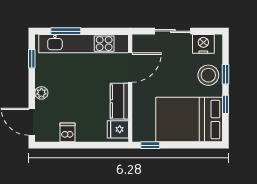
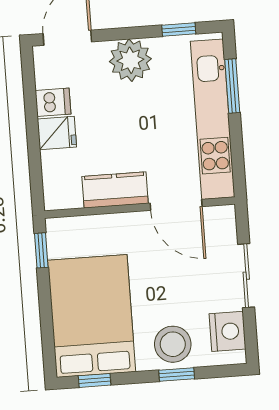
plant: (41, 93) -> (130, 60), width x1.87, depth x1.87
window: (225, 104) -> (95, 380), moved
fridge: (118, 129) -> (57, 133), moved, turned 90

